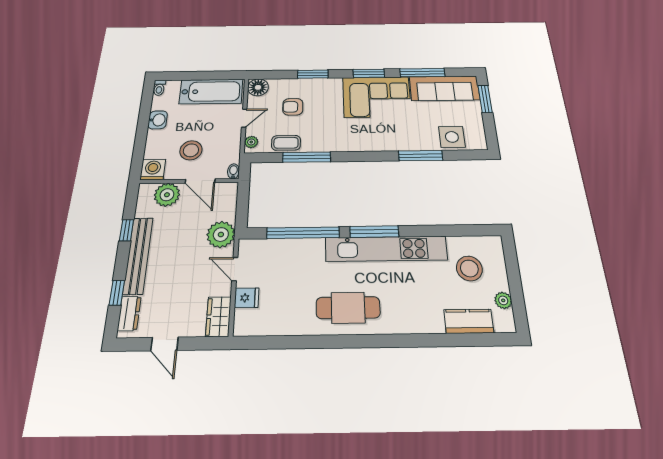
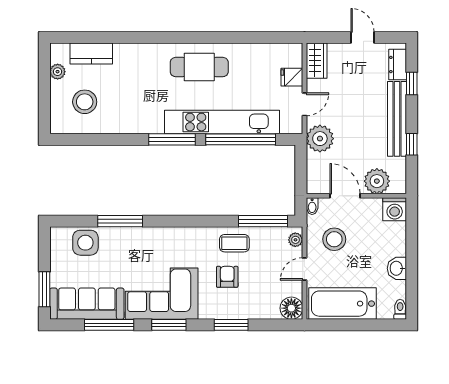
armchair: (293, 107) -> (227, 277), moved, turned -90
coffee table: (286, 143) -> (234, 243), moved
stool: (191, 150) -> (334, 239), moved
window: (307, 157) -> (263, 221), moved
kitchen unit: (386, 249) -> (222, 122), moved
door: (235, 269) -> (304, 104), hinge flipped

